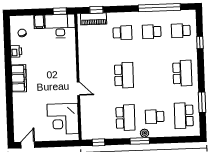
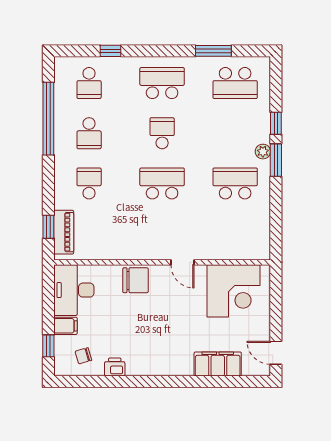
window: (60, 11) -> (48, 346), moved
chair: (67, 62) -> (136, 280), added
filing cabinet: (19, 78) -> (218, 364), moved
door: (78, 89) -> (182, 262), swing flipped
school desk: (155, 117) -> (162, 133), moved, turned 180
window: (99, 142) -> (276, 123), moved

